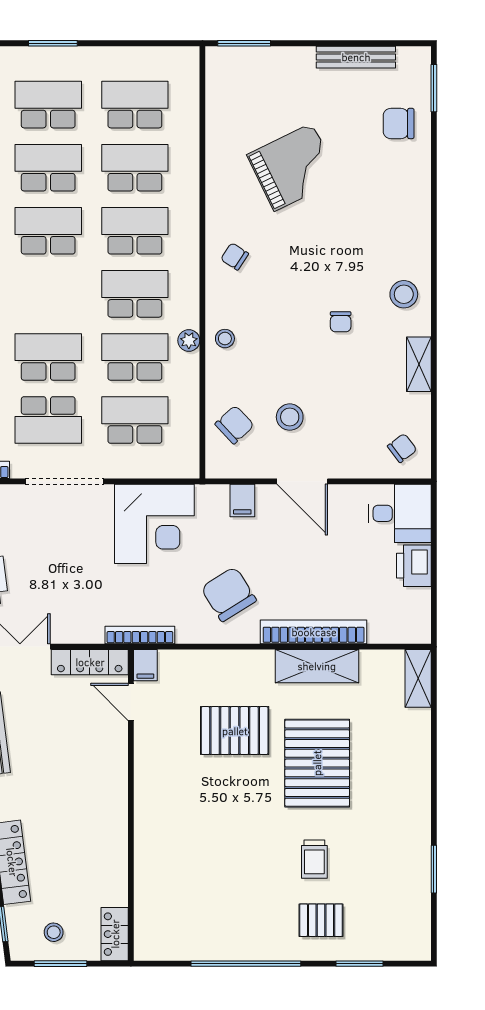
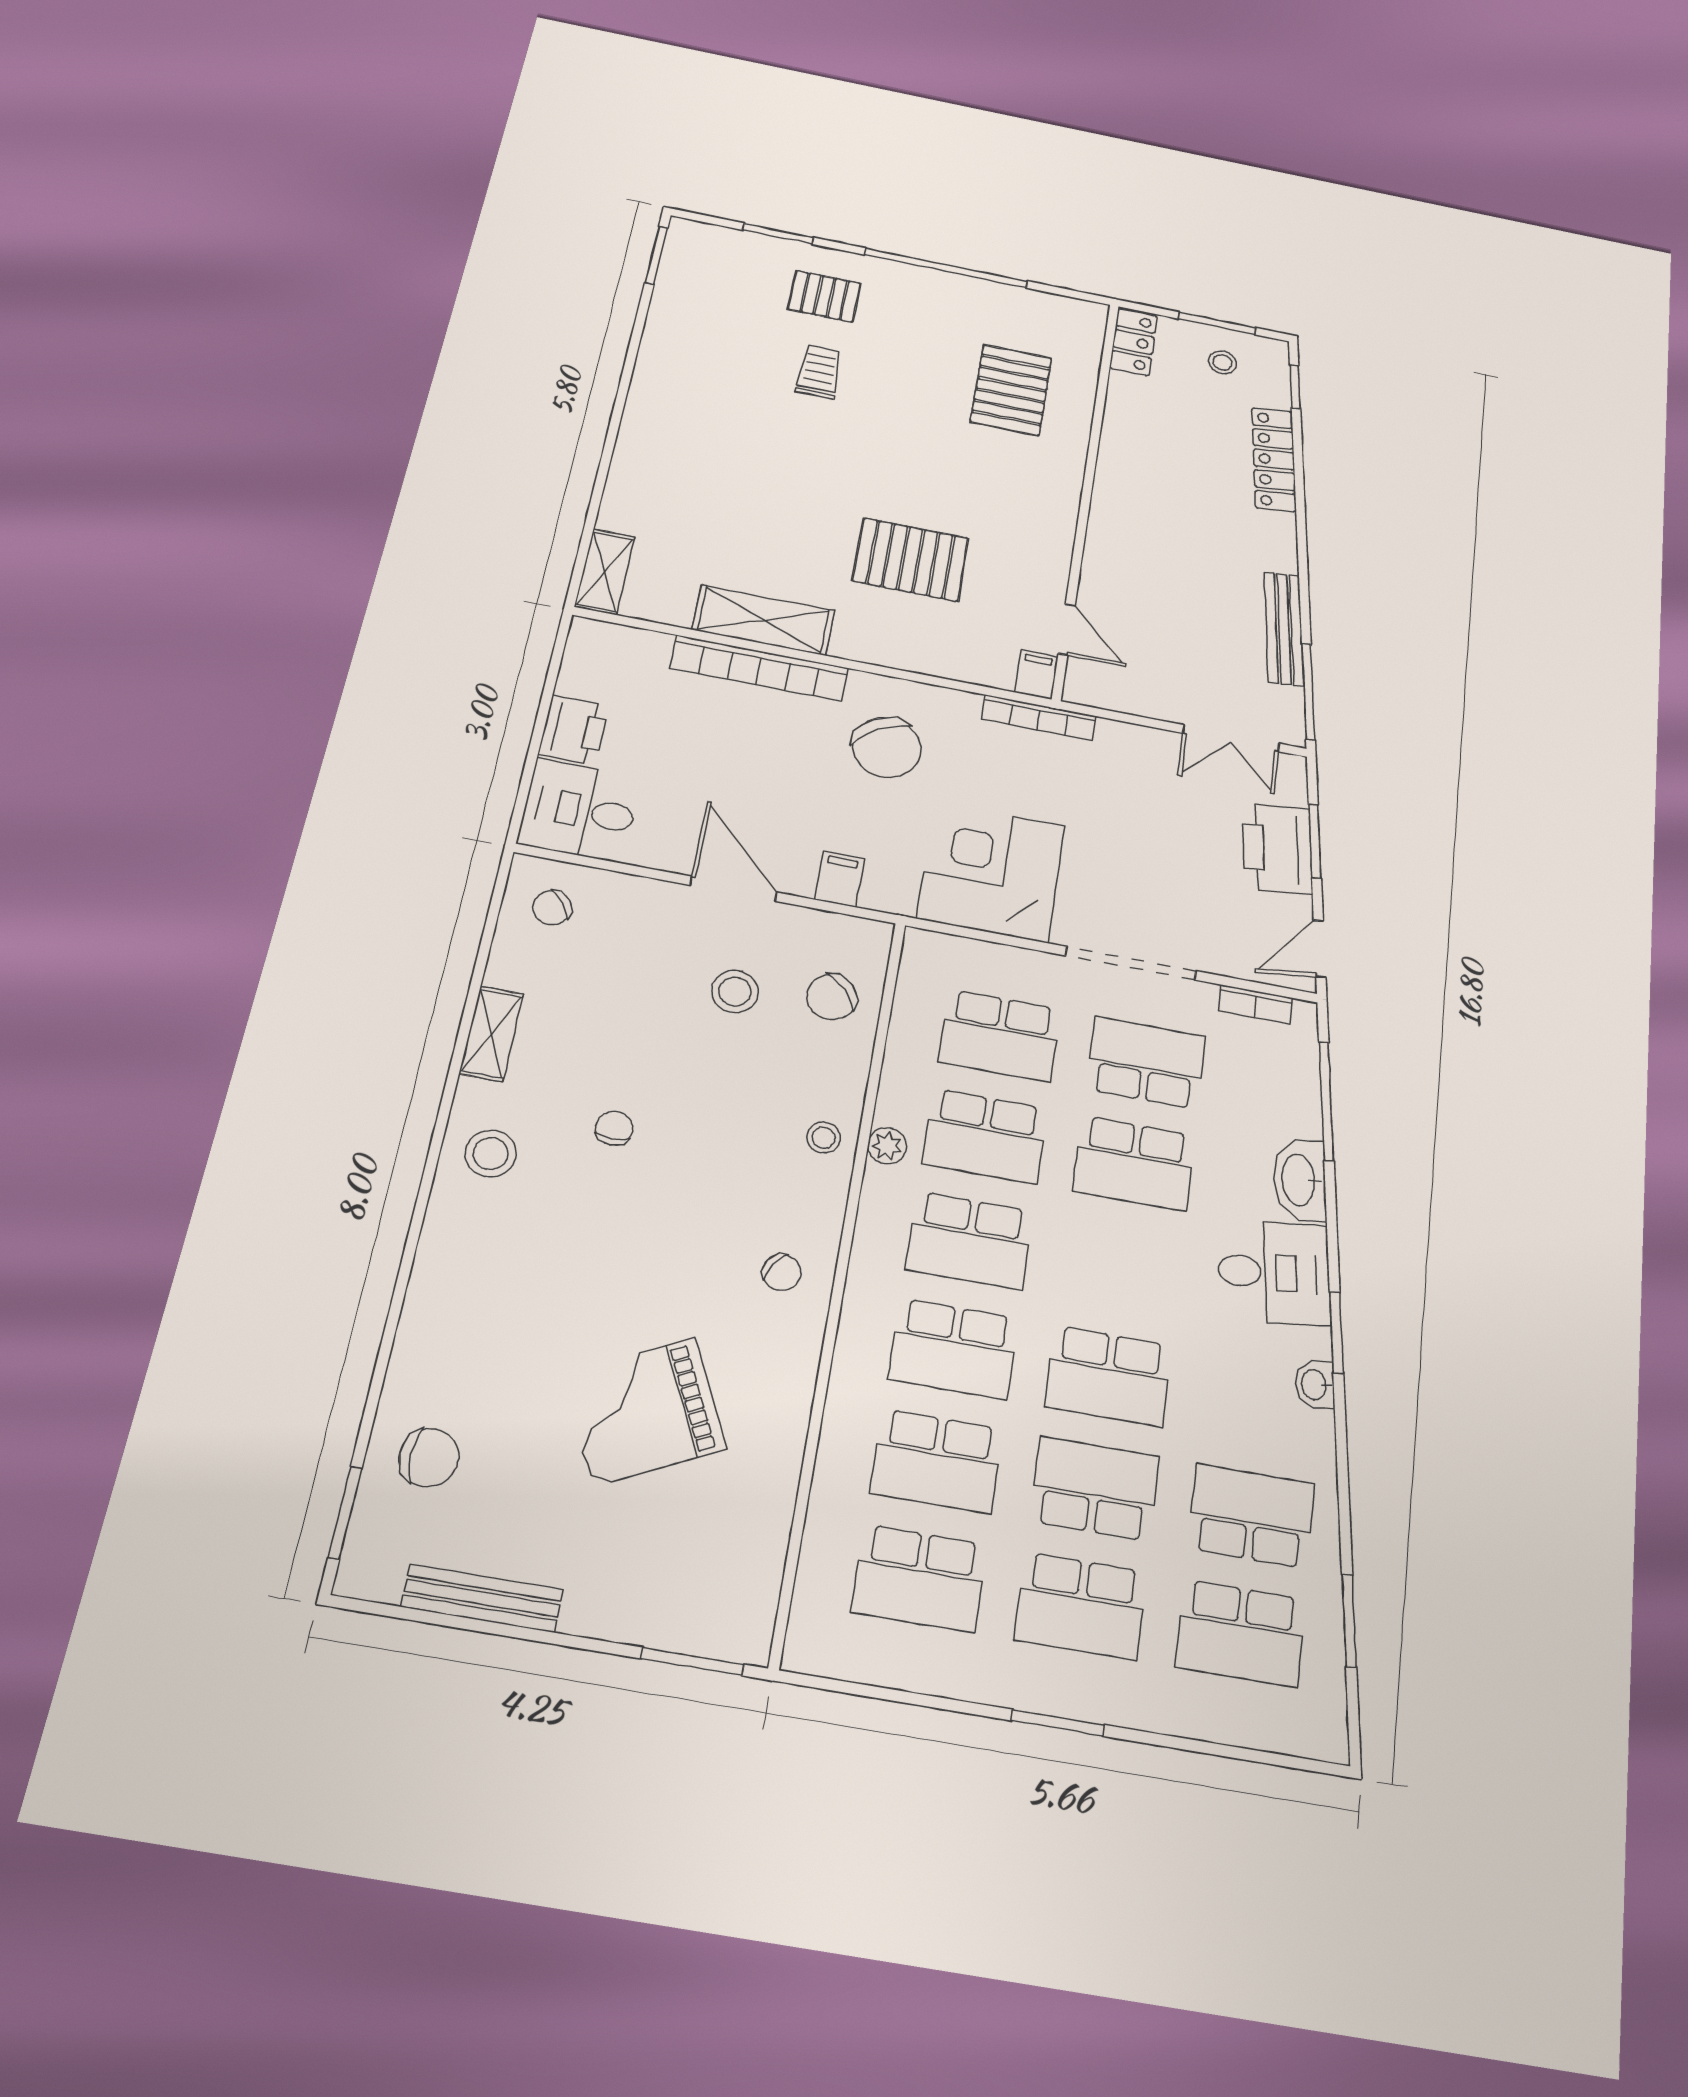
school desk: (48, 168) -> (1095, 1489), turned 180
locker: (90, 662) -> (1124, 696), removed
pallet: (317, 763) -> (1011, 390), moved, width x0.73, depth x0.71
window: (434, 869) -> (656, 255), moved

